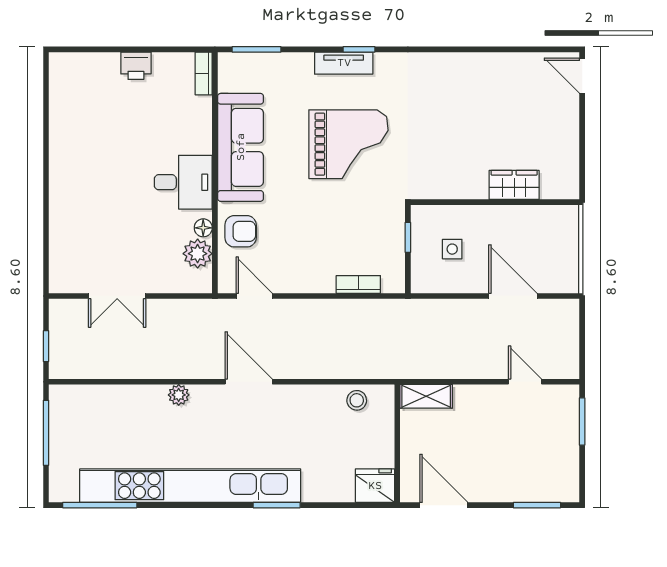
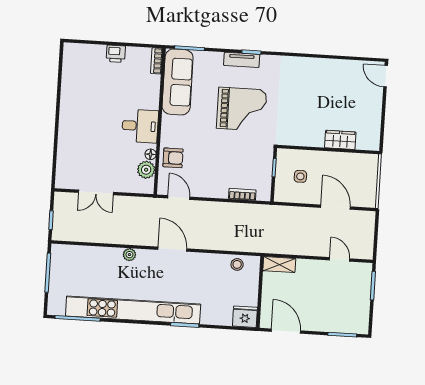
sofa: (241, 147) -> (178, 82), moved

